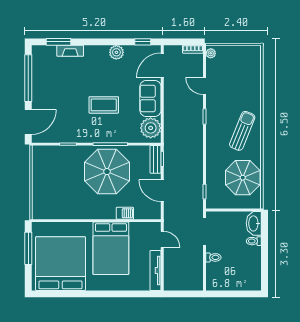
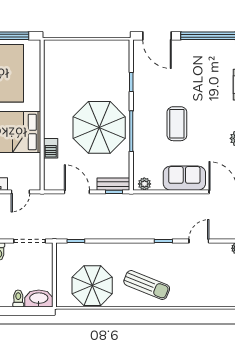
plant: (151, 128) -> (144, 184), width x0.53, depth x0.53
door: (162, 191) -> (77, 192), hinge flipped

